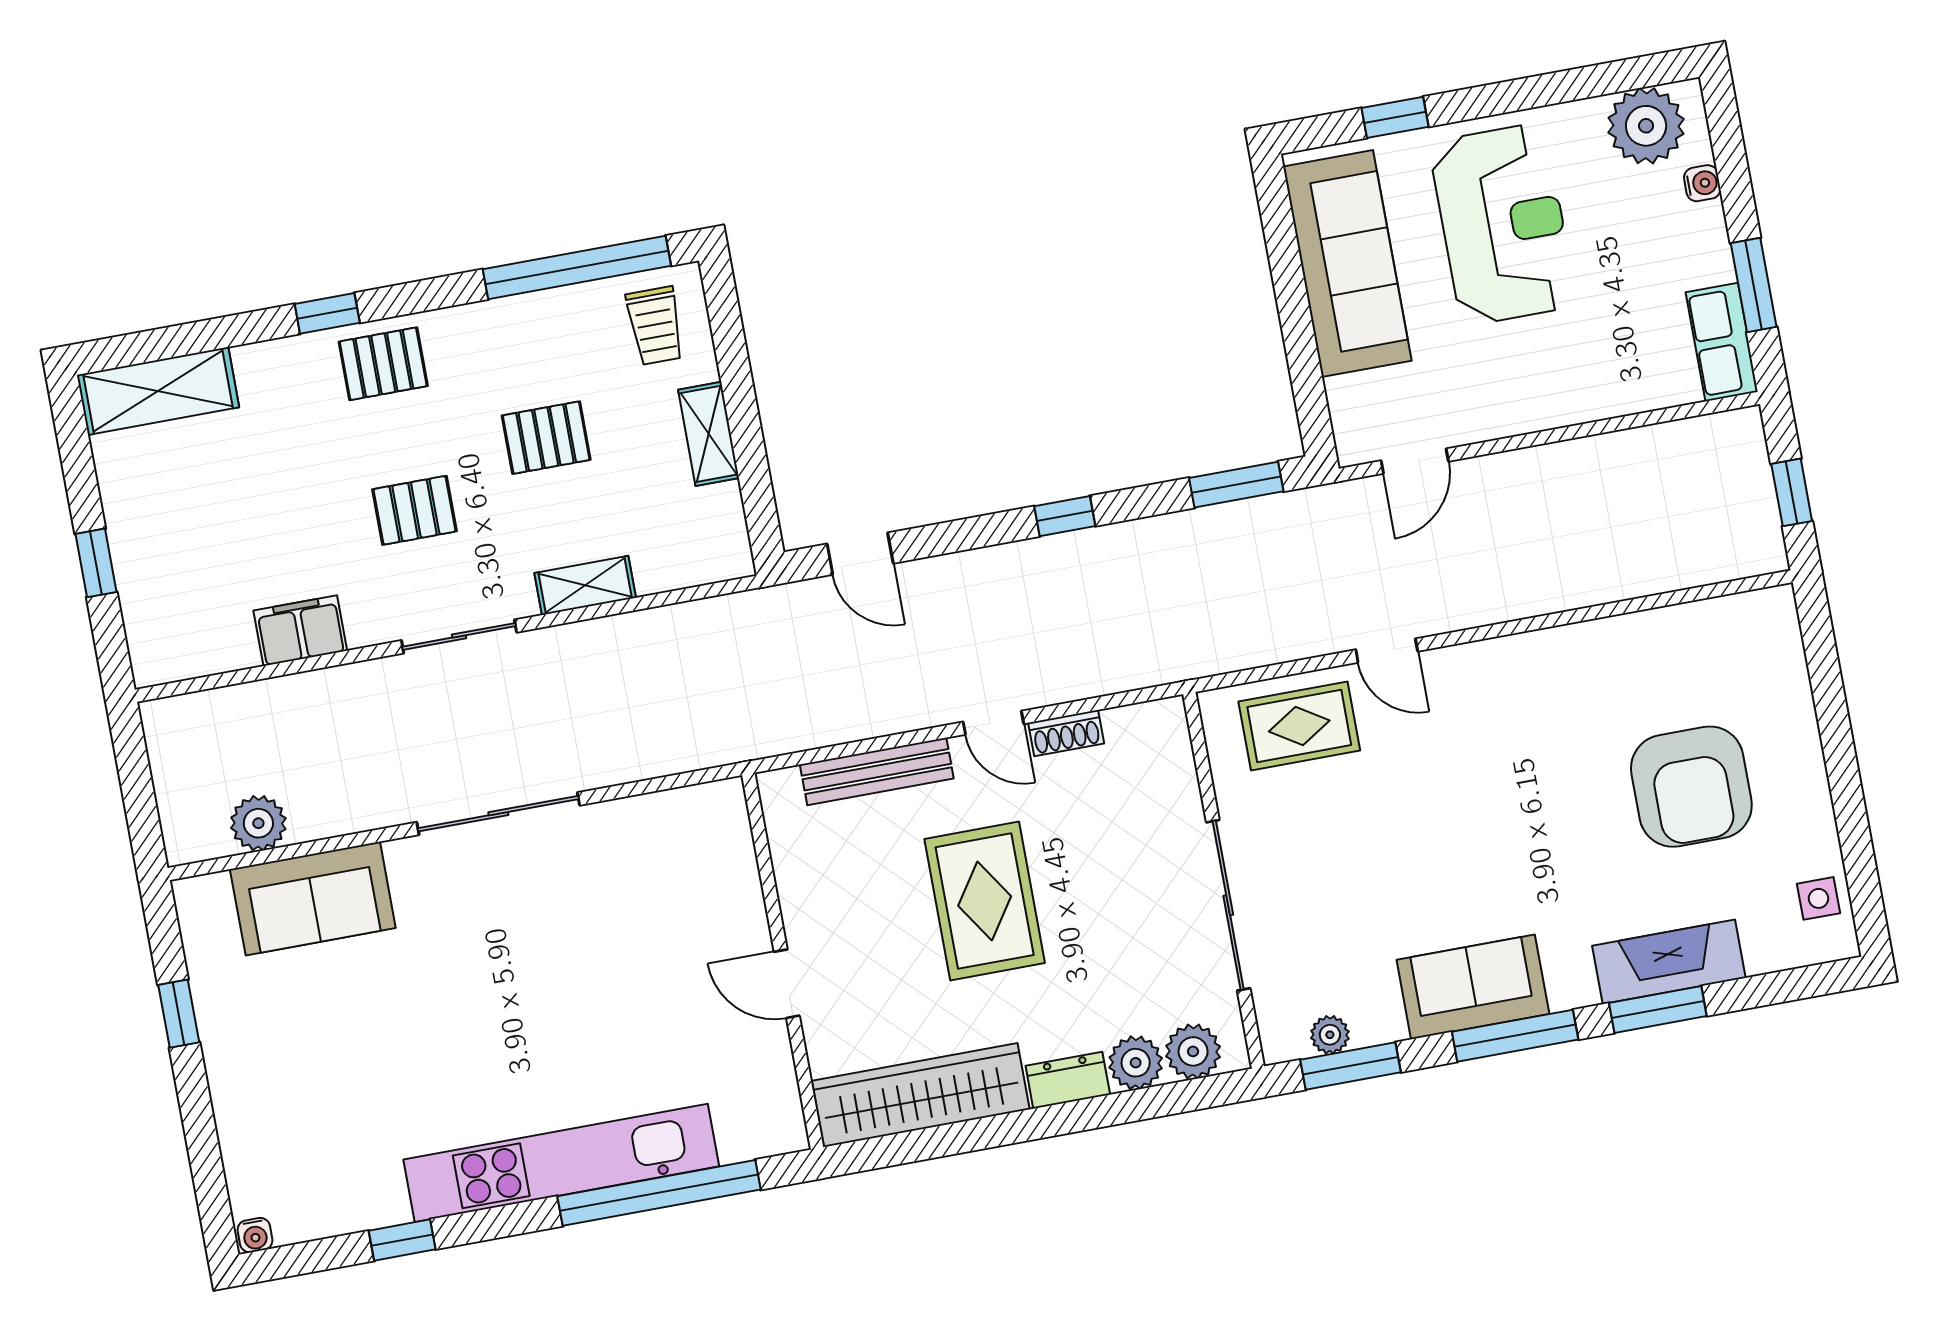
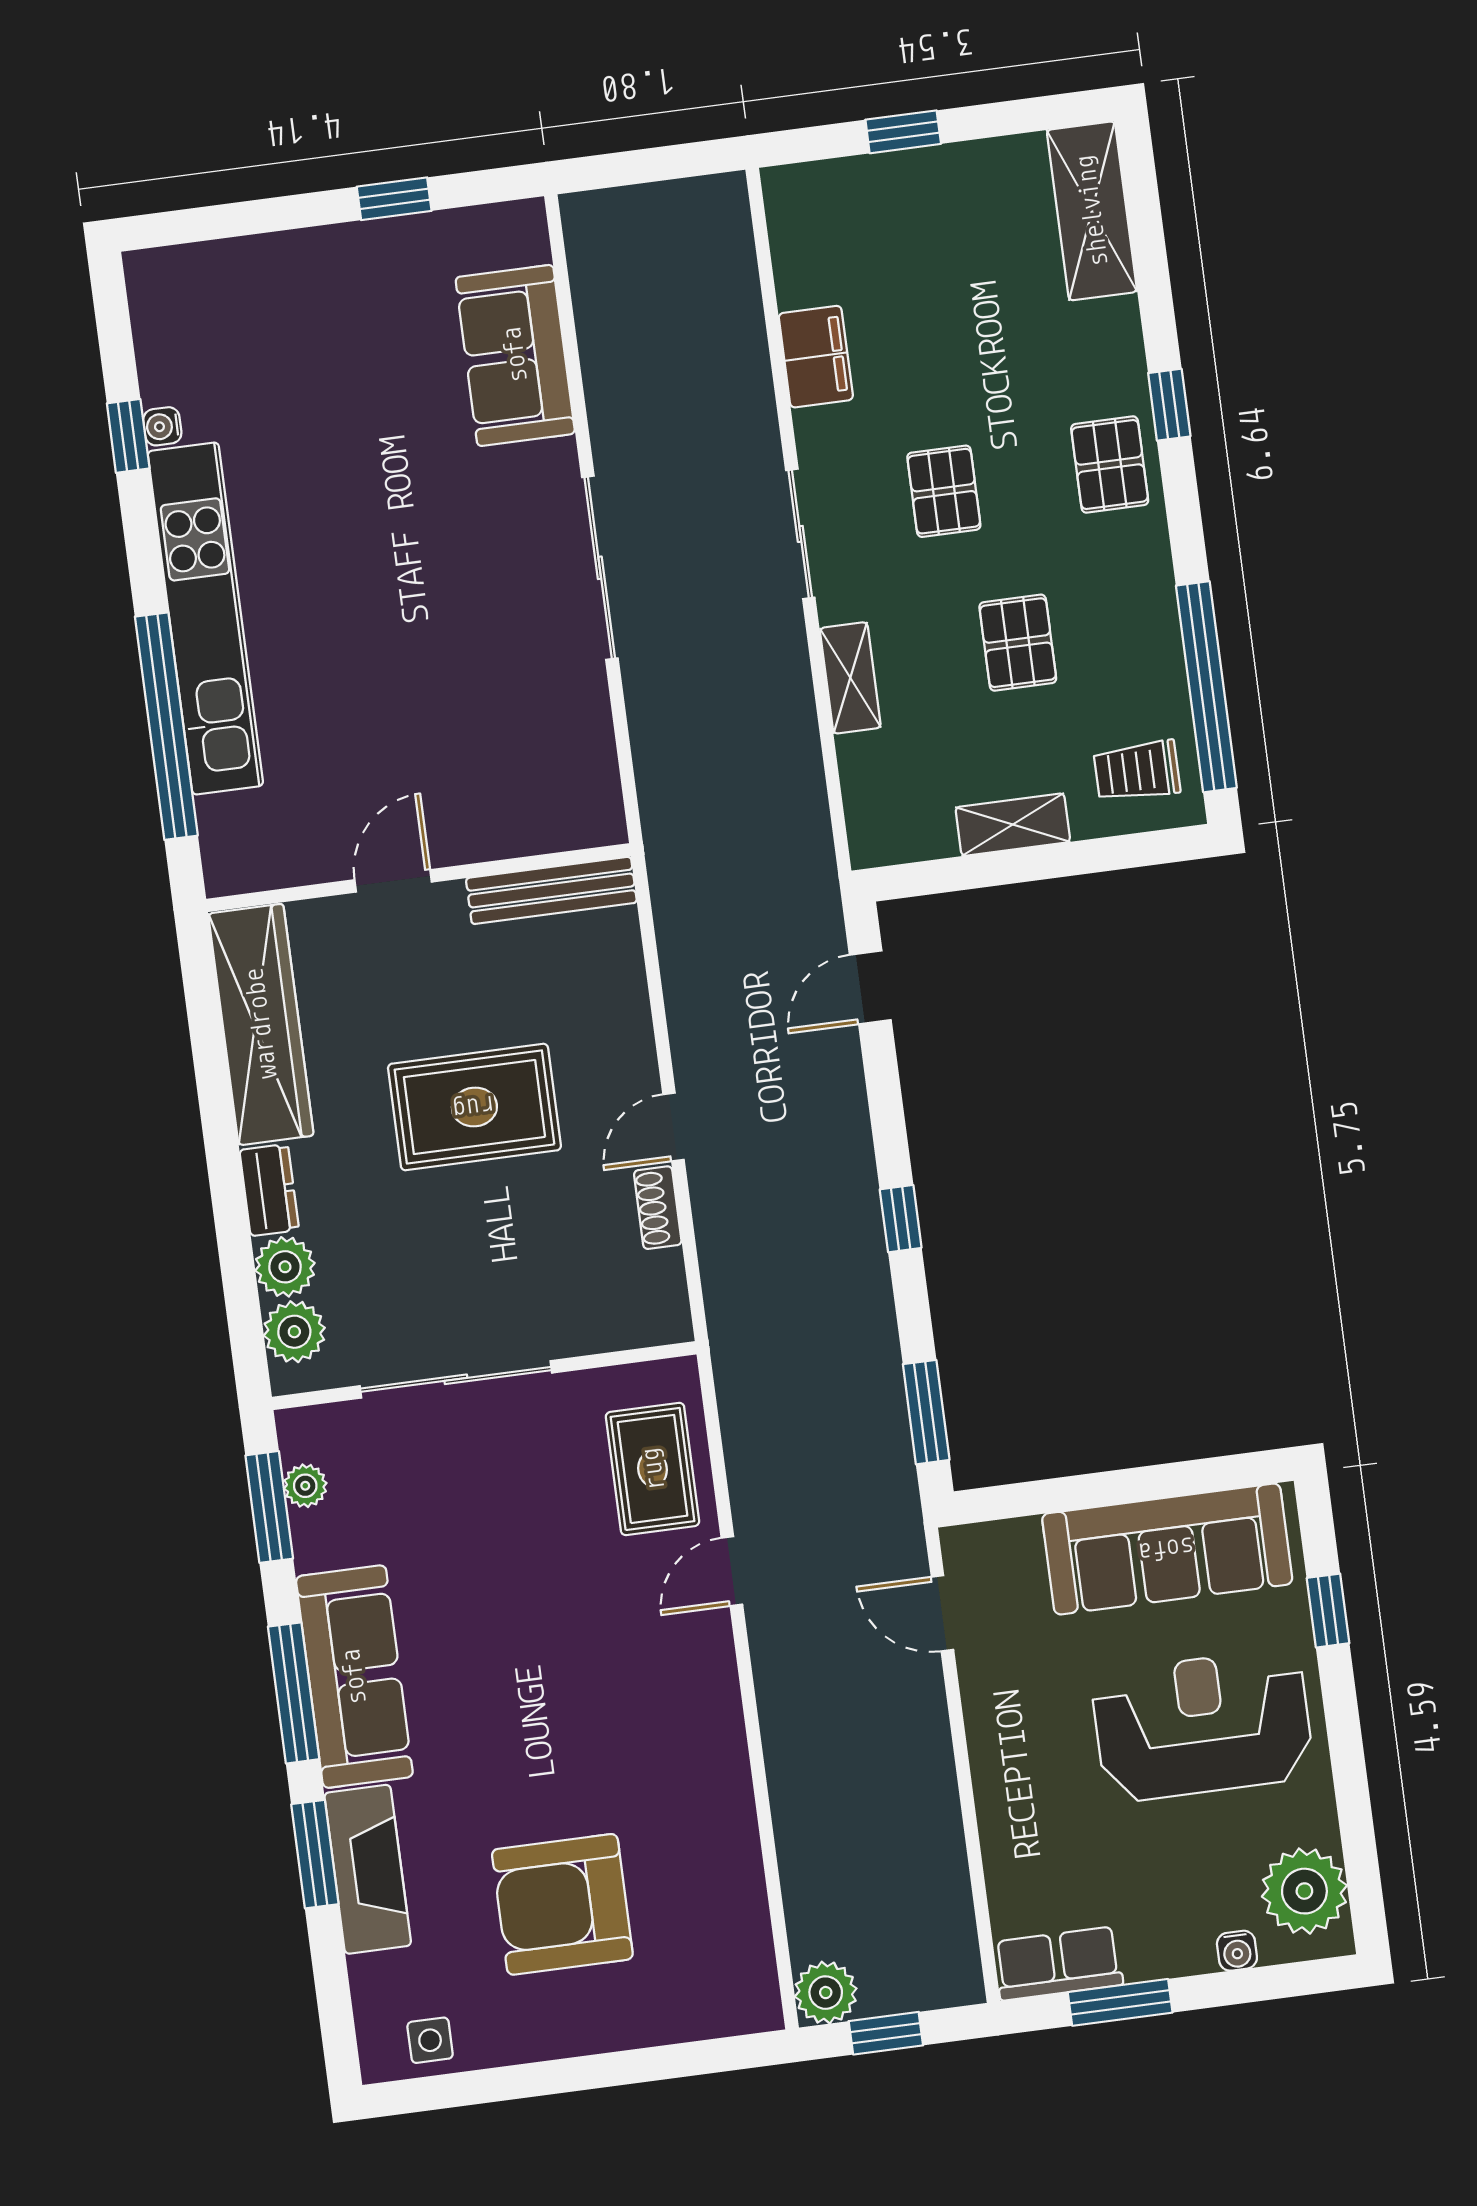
reception desk: (1503, 224) -> (1202, 1725), turned 180
bench: (877, 771) -> (551, 890), moved, turned 90
plant: (258, 823) -> (826, 1993), moved
sofa: (1473, 987) -> (354, 1677), width x1.36
water cooler: (255, 1235) -> (162, 426), moved

